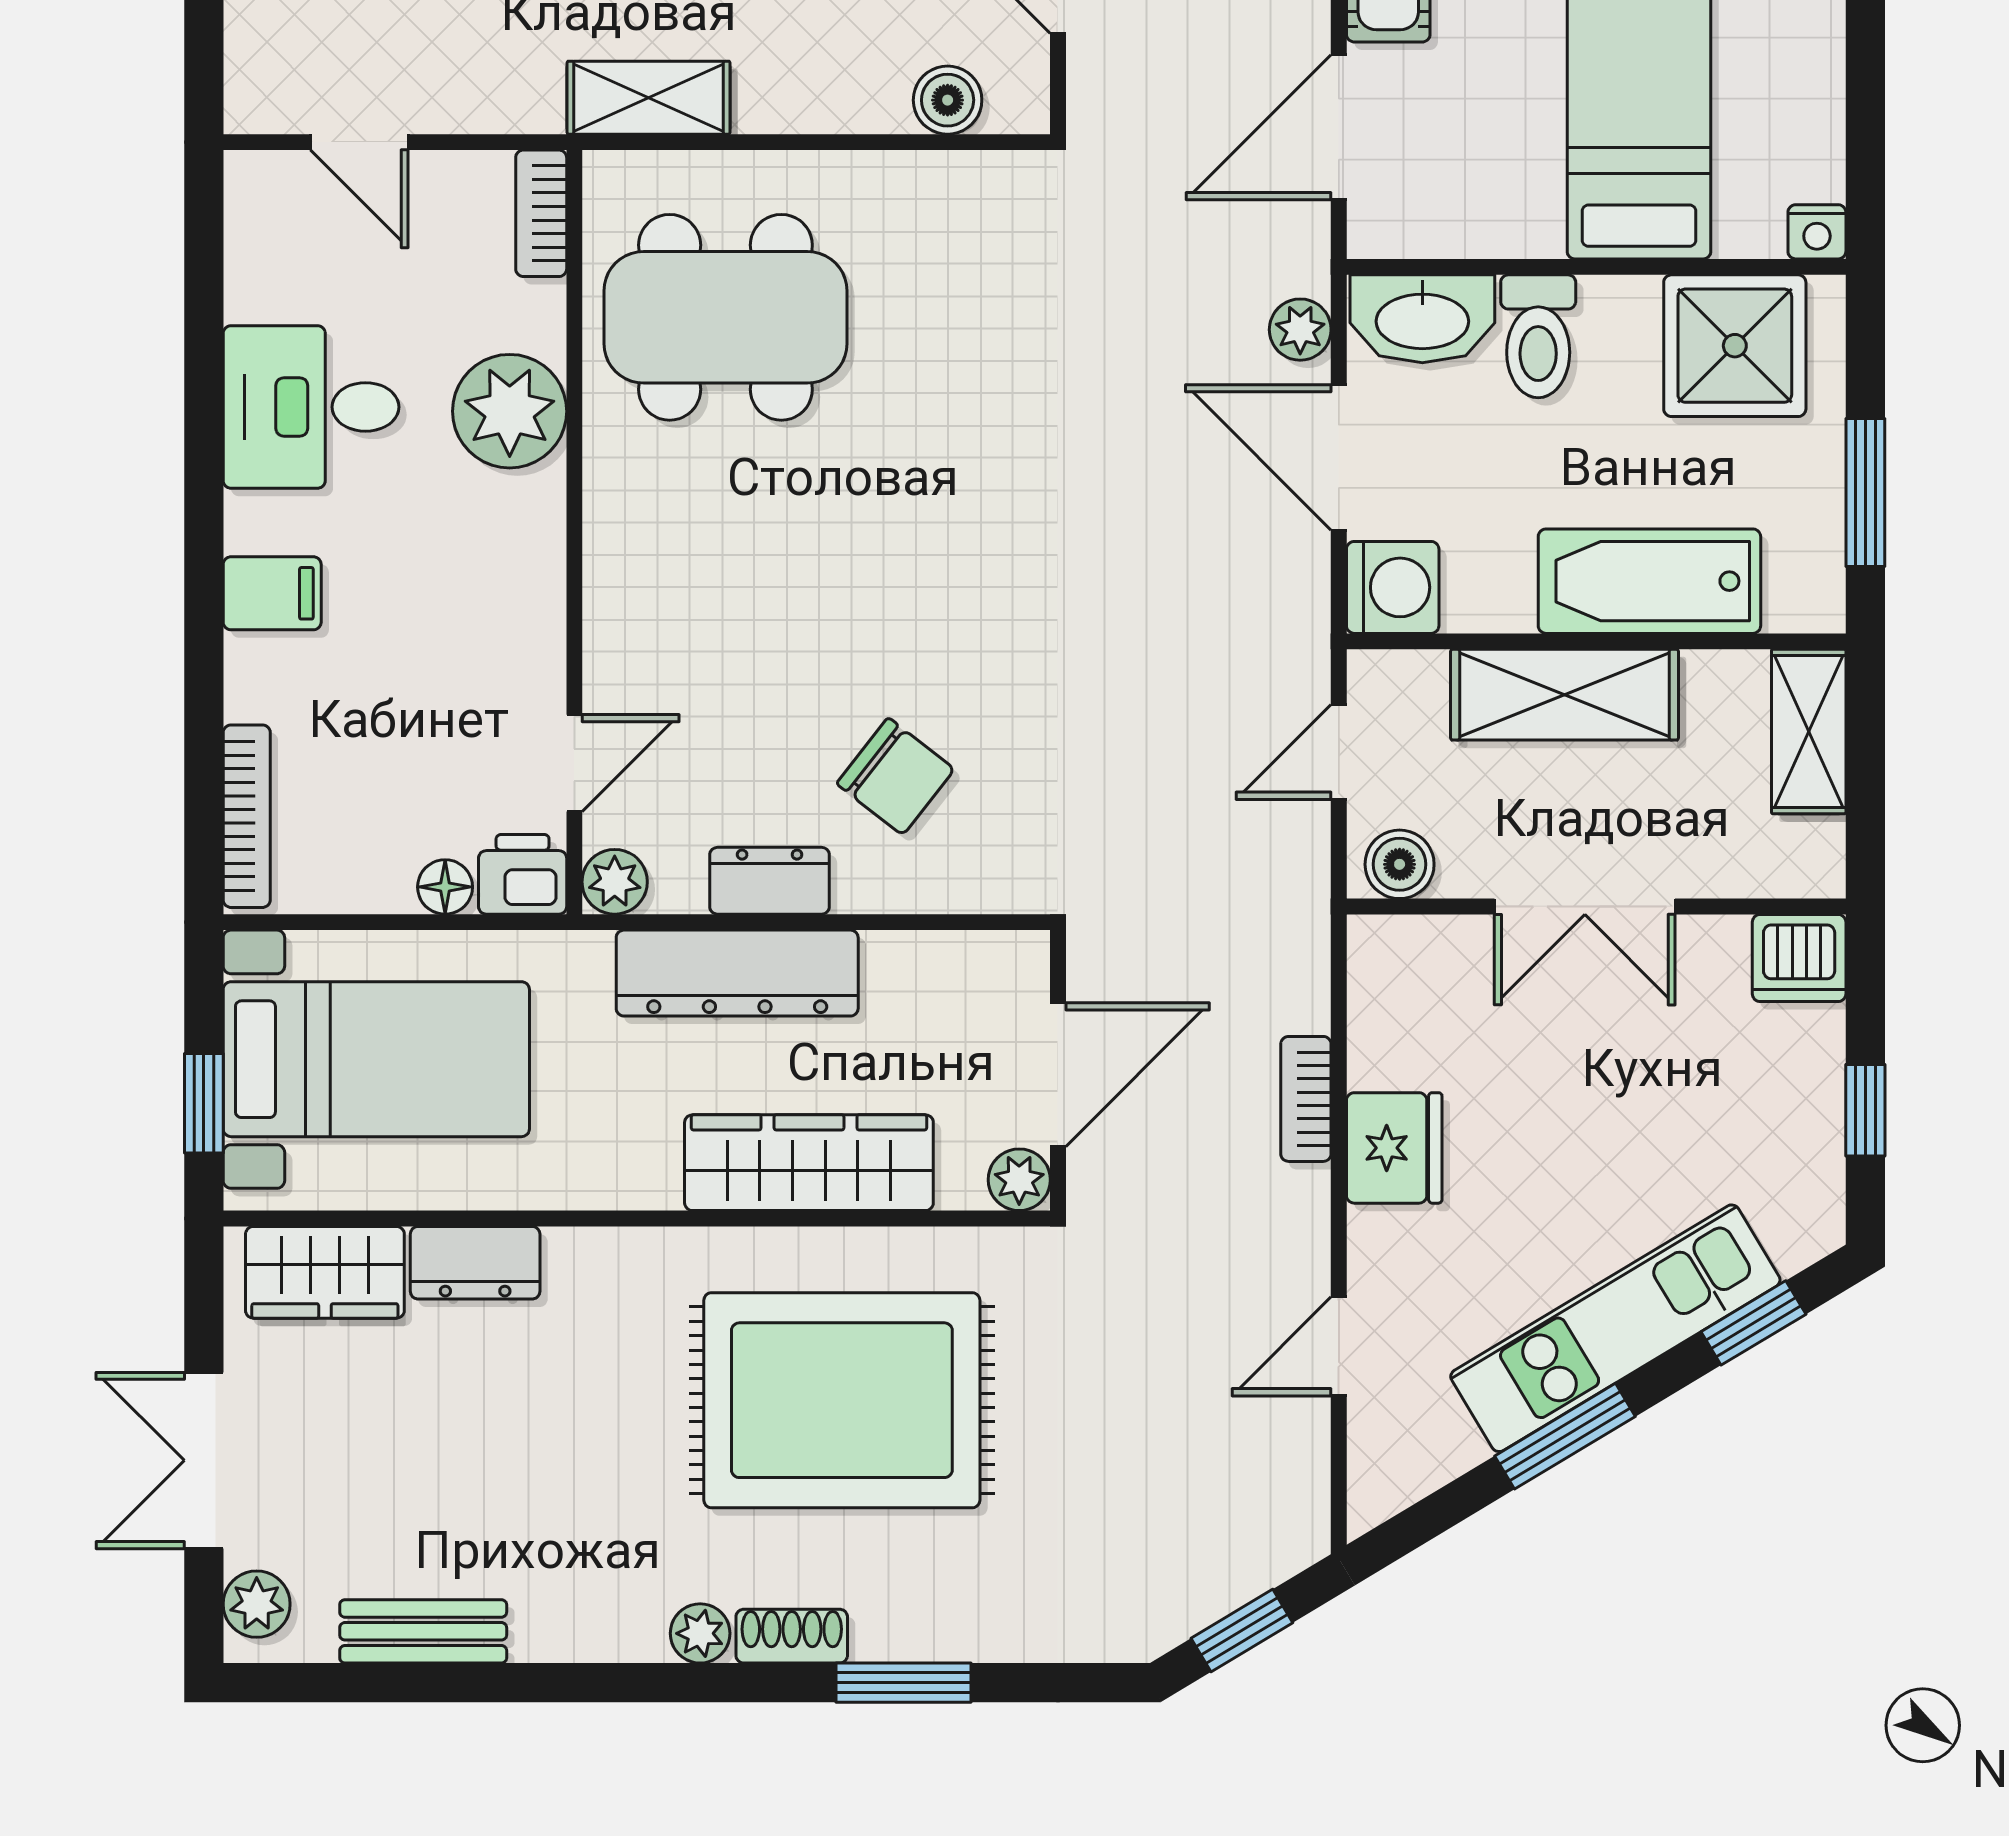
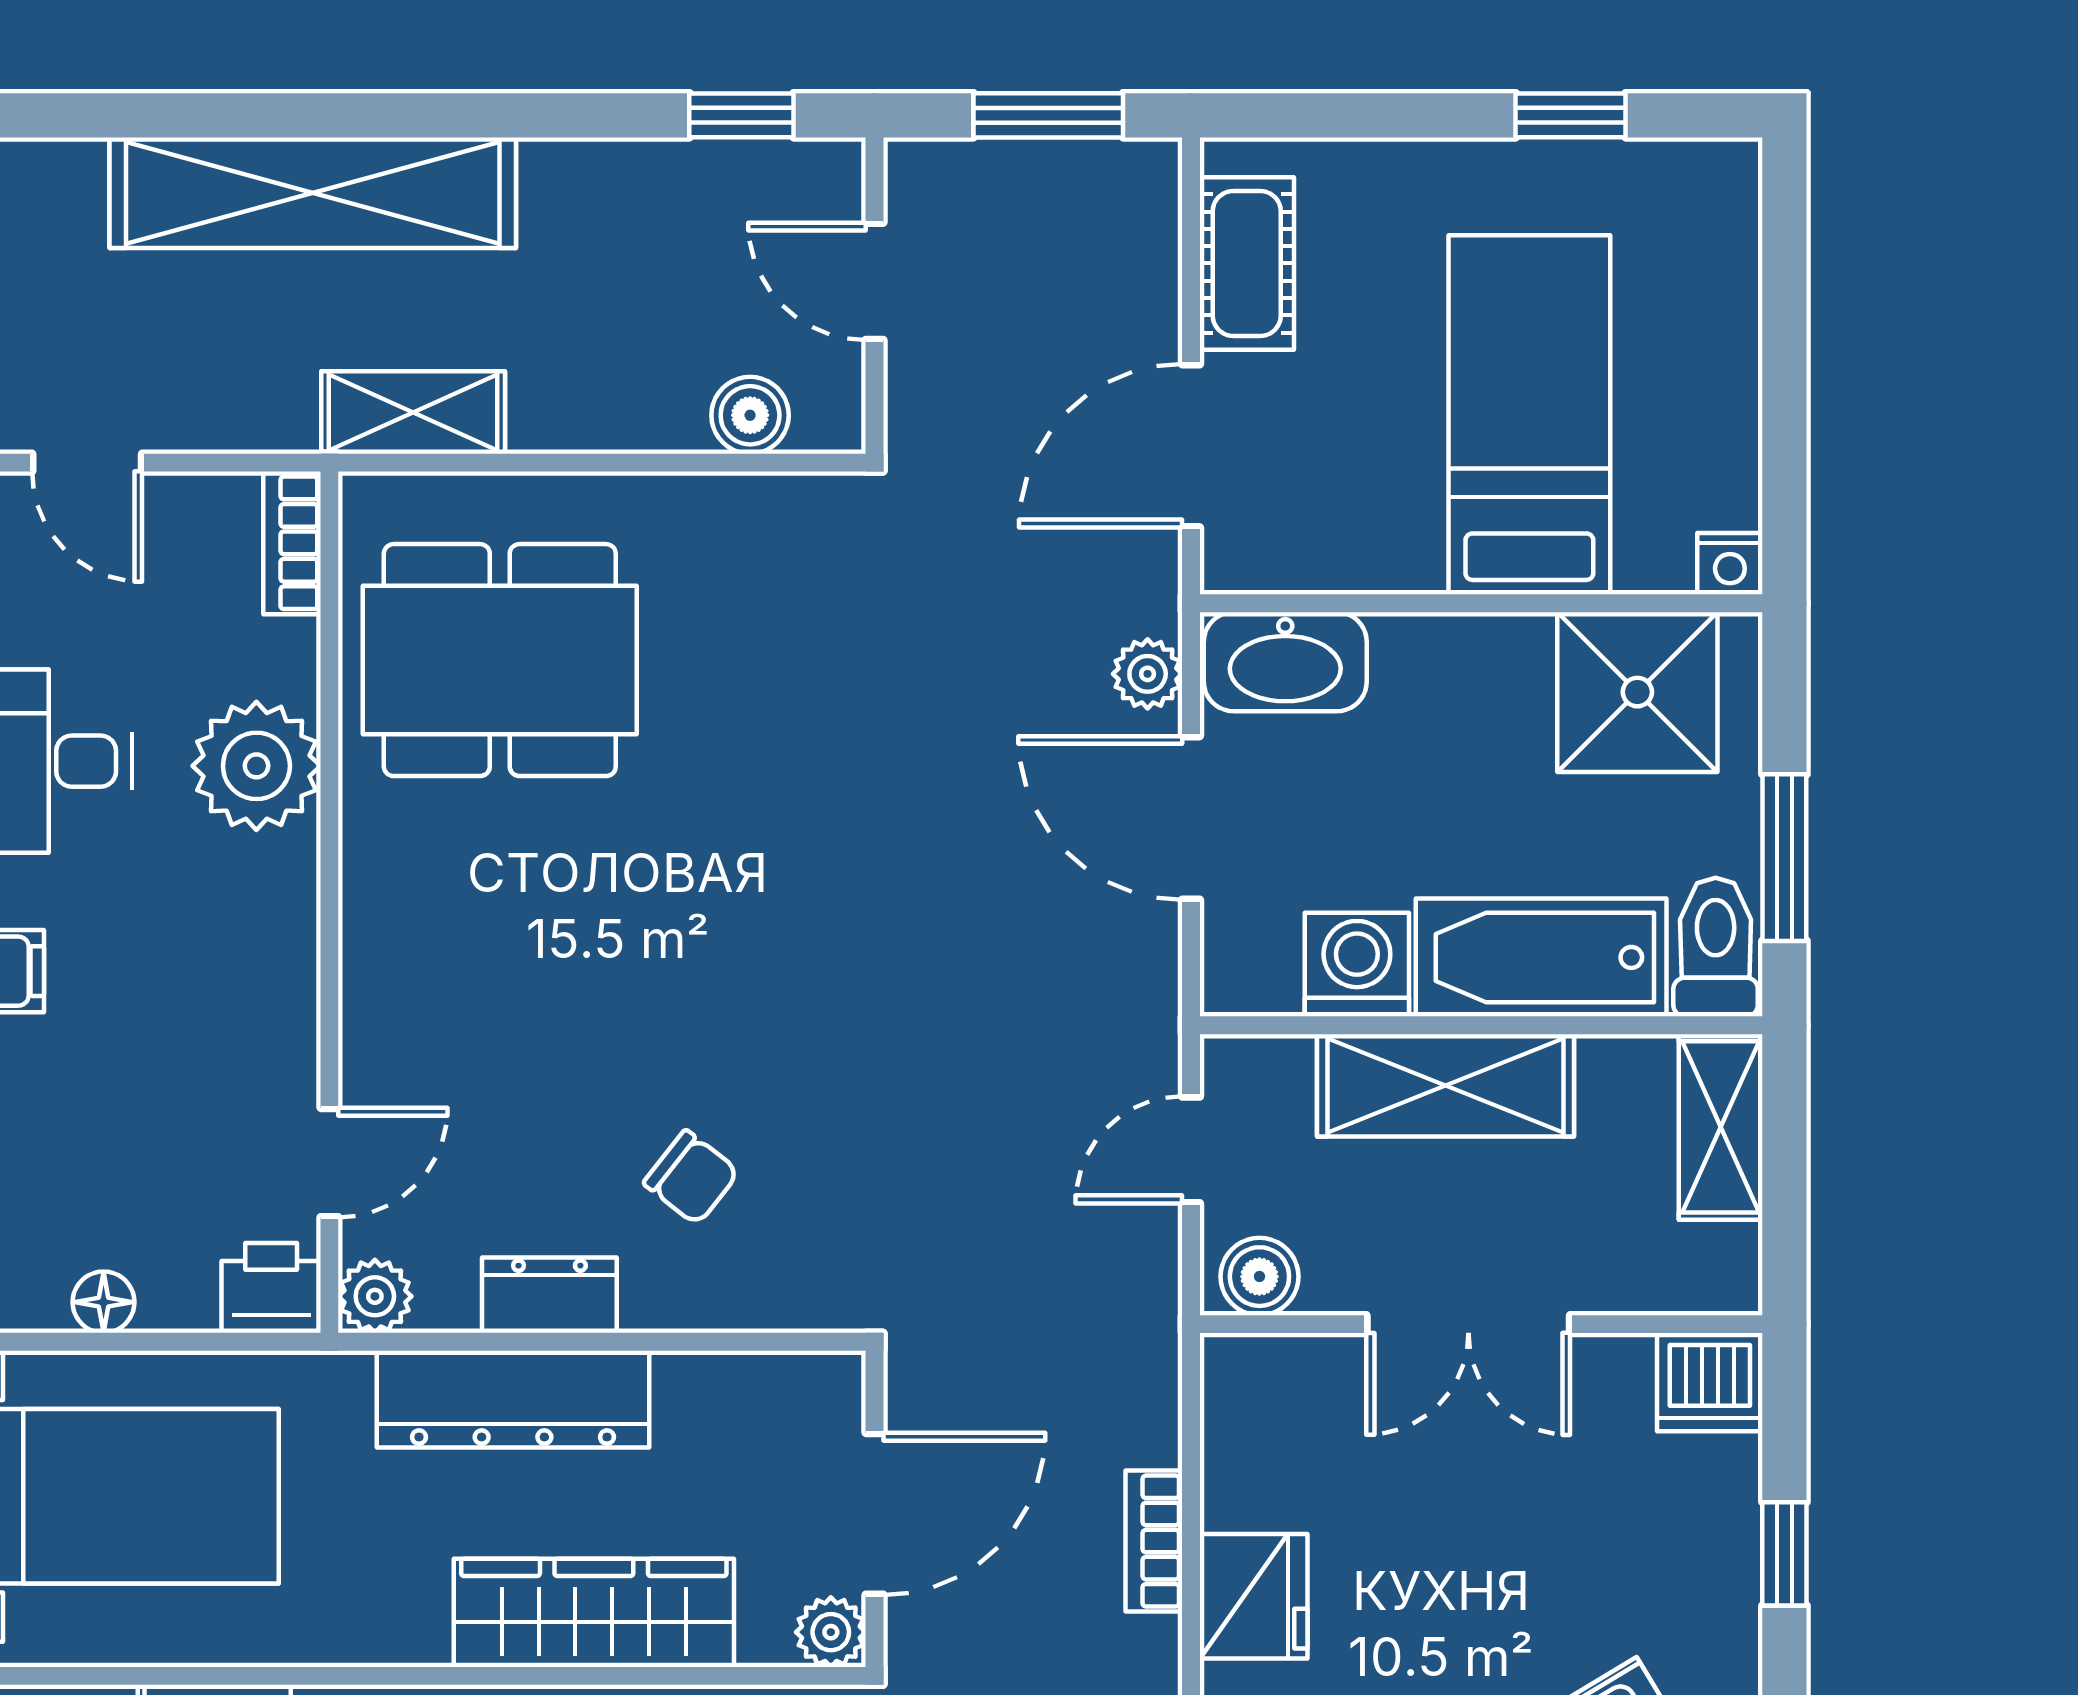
toilet: (1538, 336) -> (1716, 947), moved, turned 180
washing machine: (1393, 587) -> (1357, 964), moved, turned -90
chair: (895, 776) -> (691, 1177), width x0.73, depth x0.73
floor lamp: (445, 887) -> (104, 1302), moved

